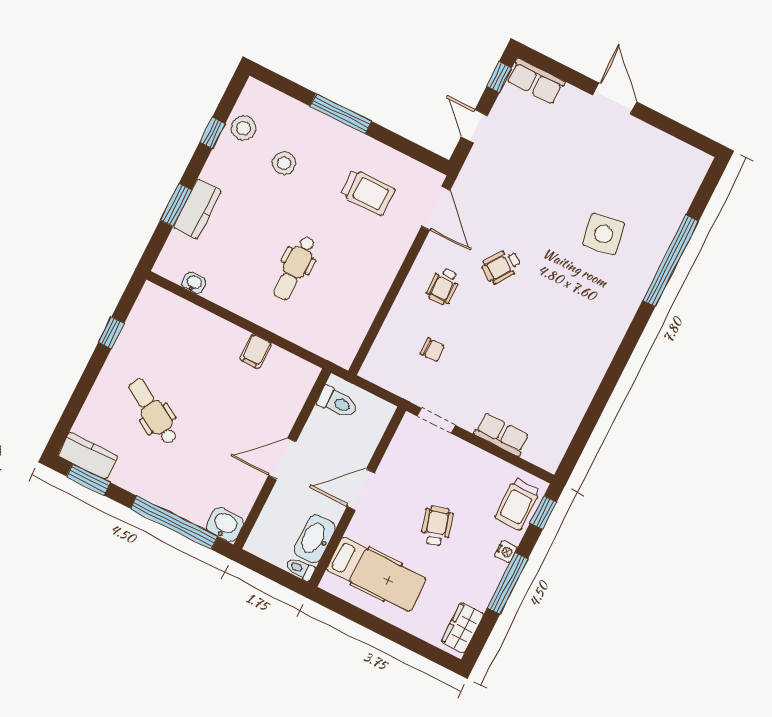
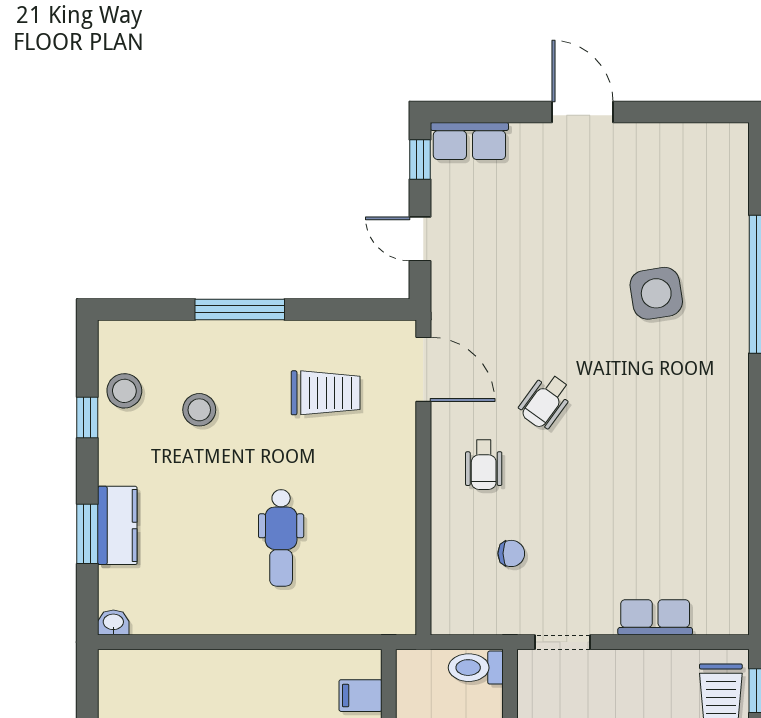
washbasin: (194, 283) -> (113, 623), moved
filing cabinet: (256, 351) -> (360, 696), moved, turned 90
toilet: (337, 402) -> (476, 668), moved, turned 180

